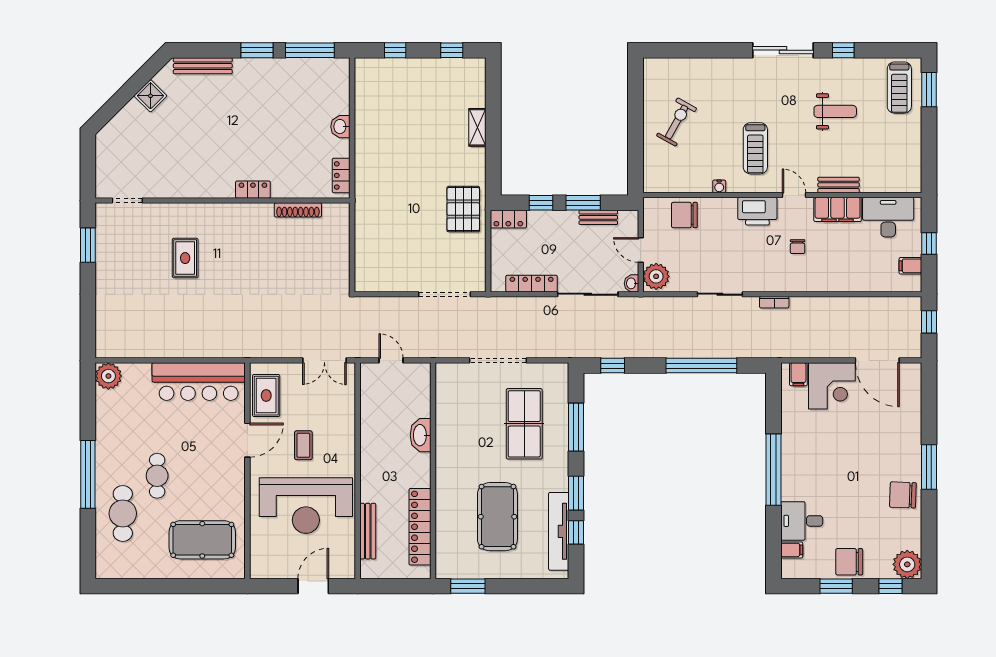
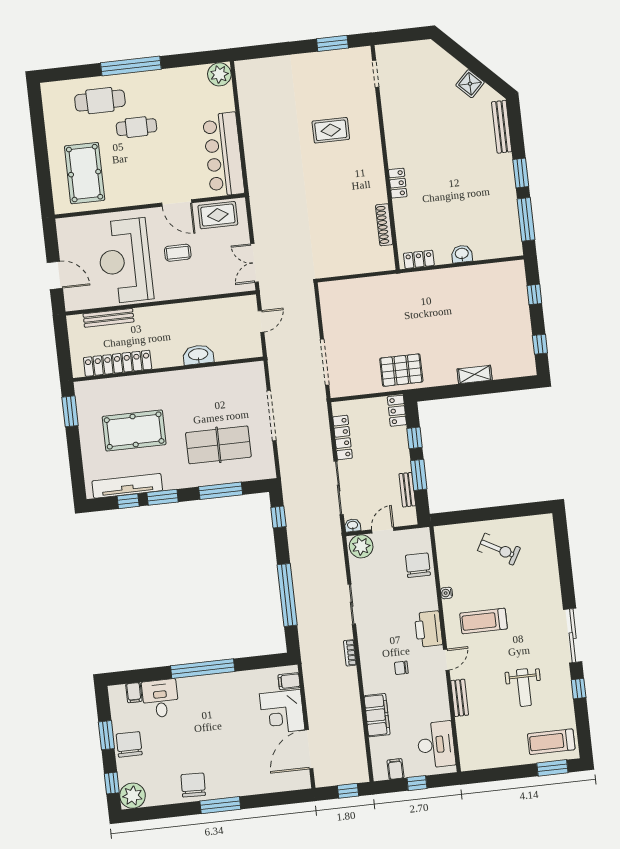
filing cabinet: (838, 209) -> (377, 715), moved, turned 180

